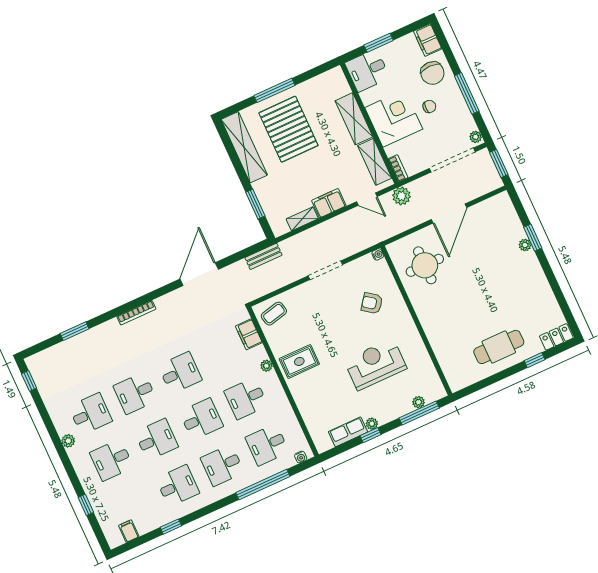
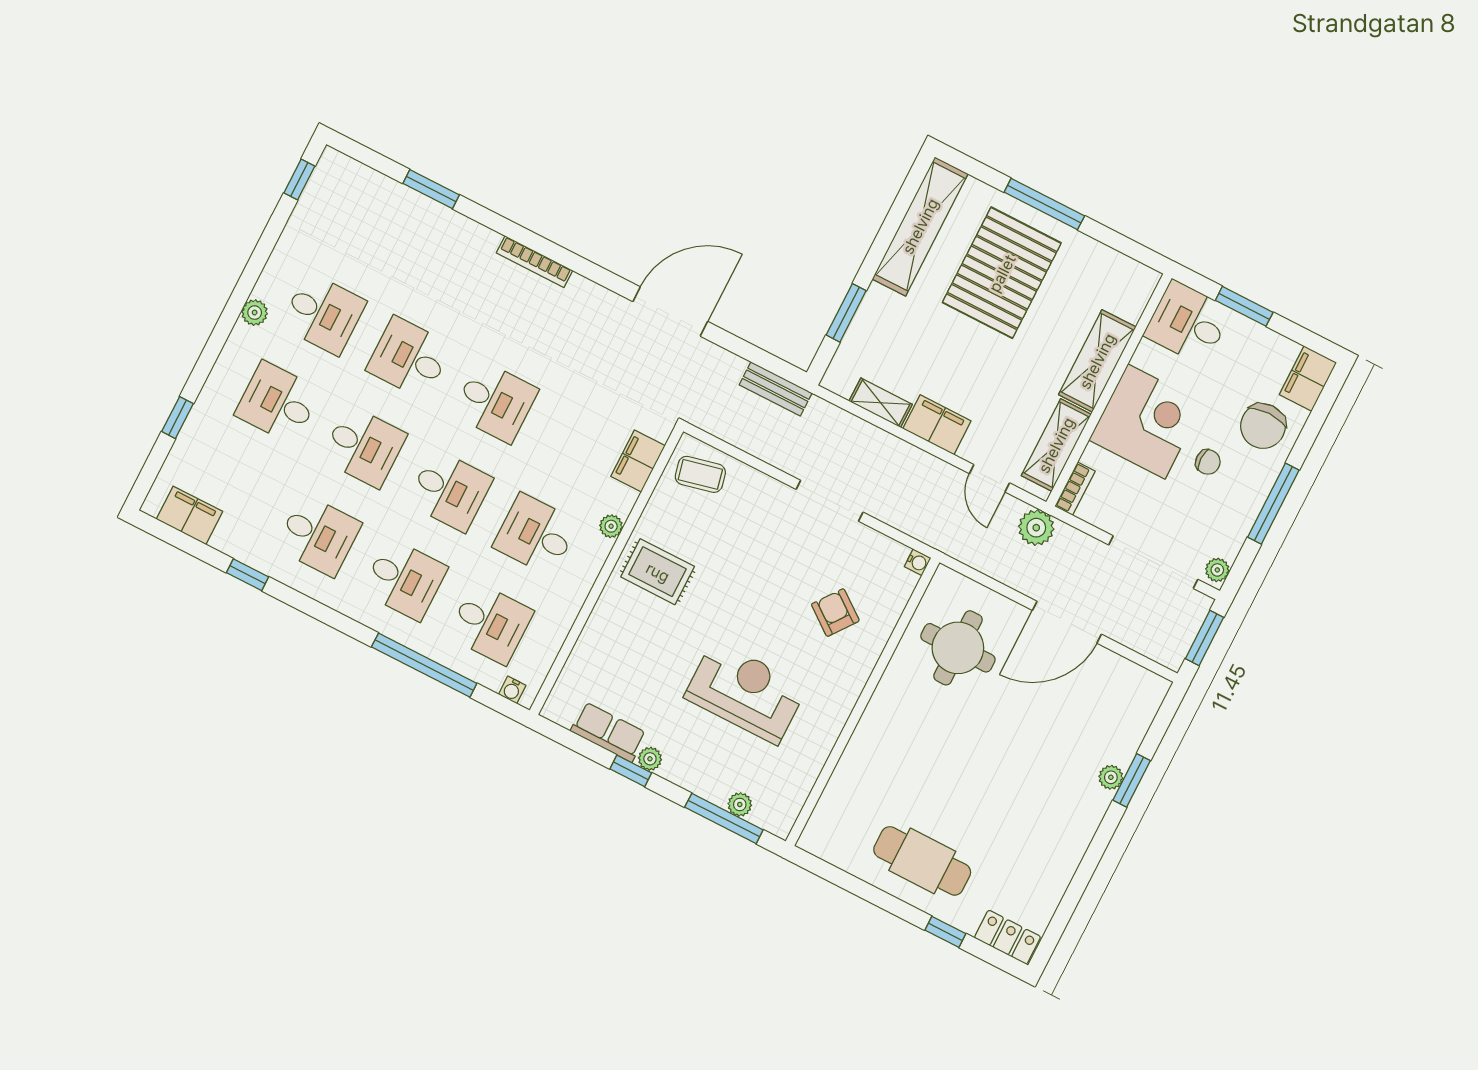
desk: (267, 445) -> (490, 623), turned 180
desk: (222, 465) -> (404, 579), turned 180
filing cabinet: (129, 531) -> (189, 515), width x2.00

